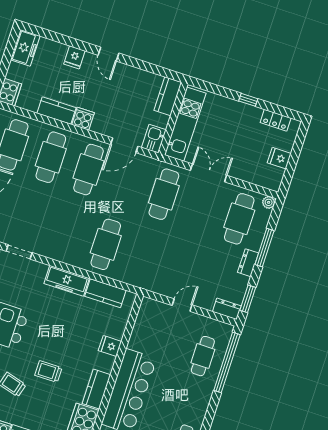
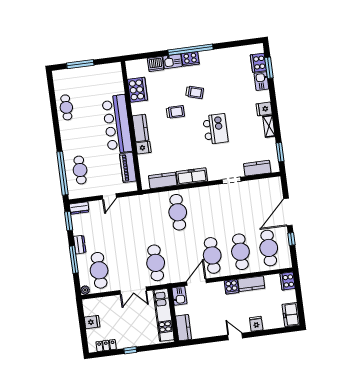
piano: (141, 330) -> (128, 167), added
kitchen counter: (96, 389) -> (140, 128), moved

